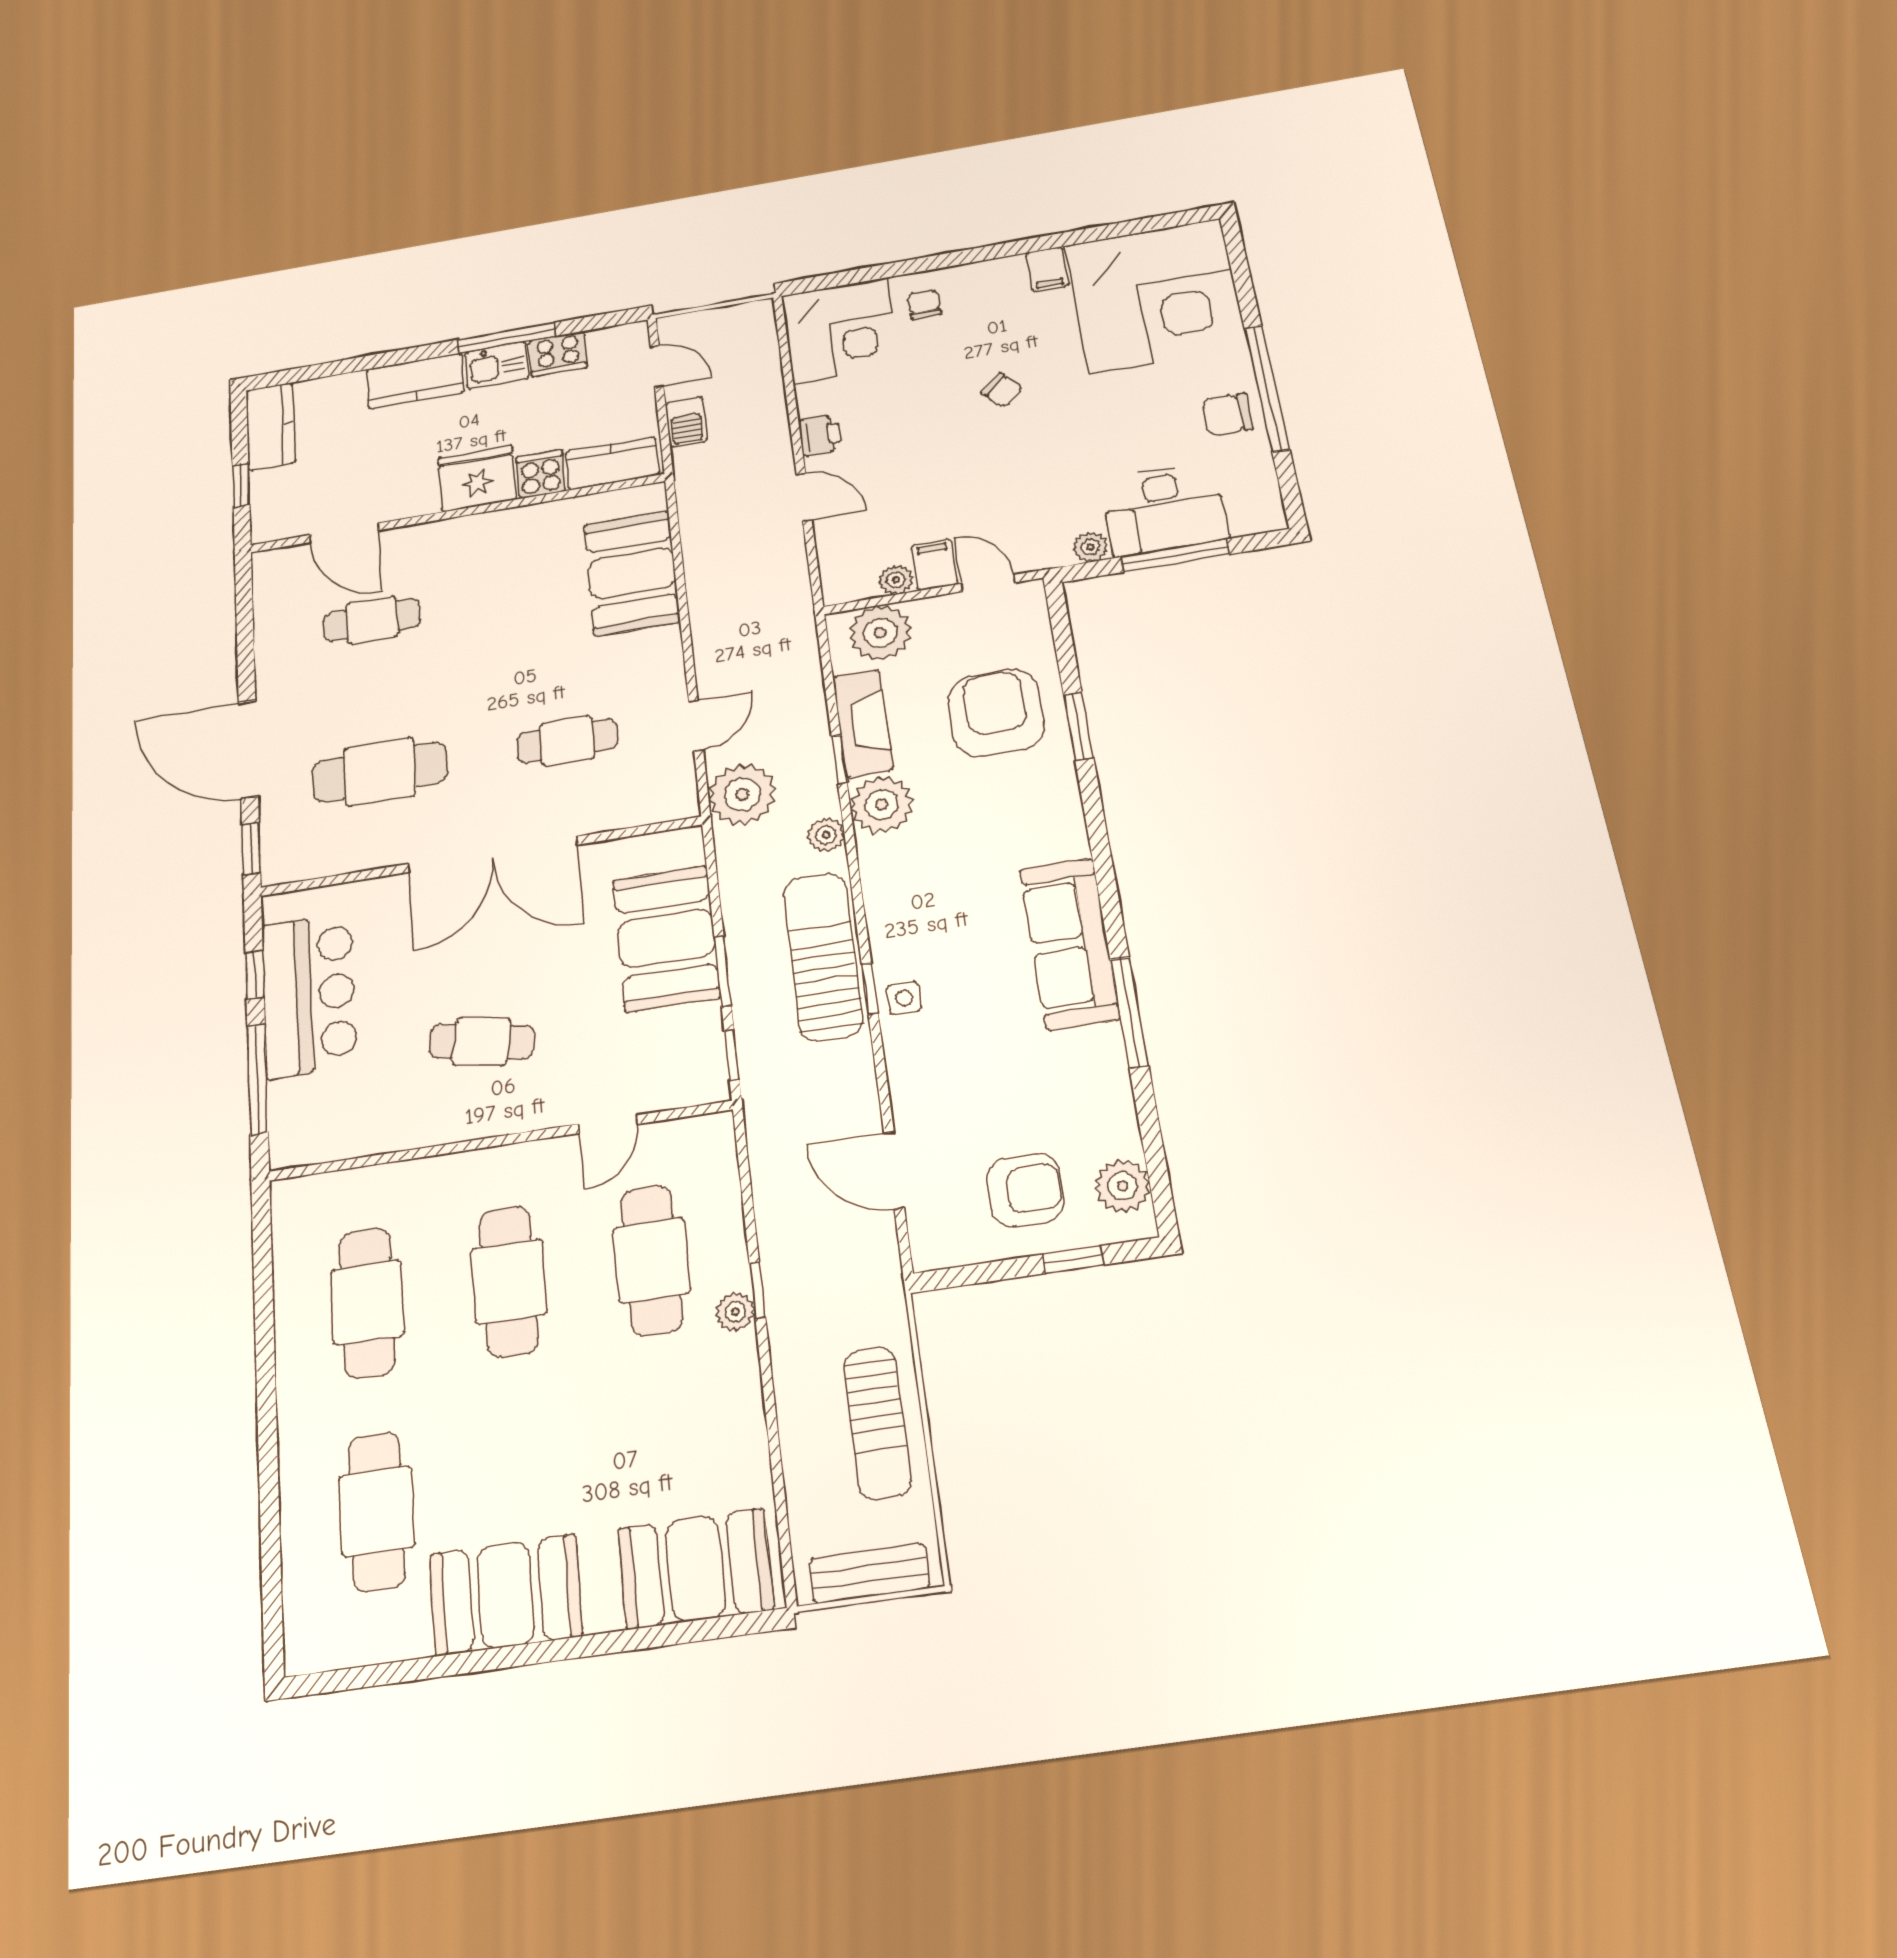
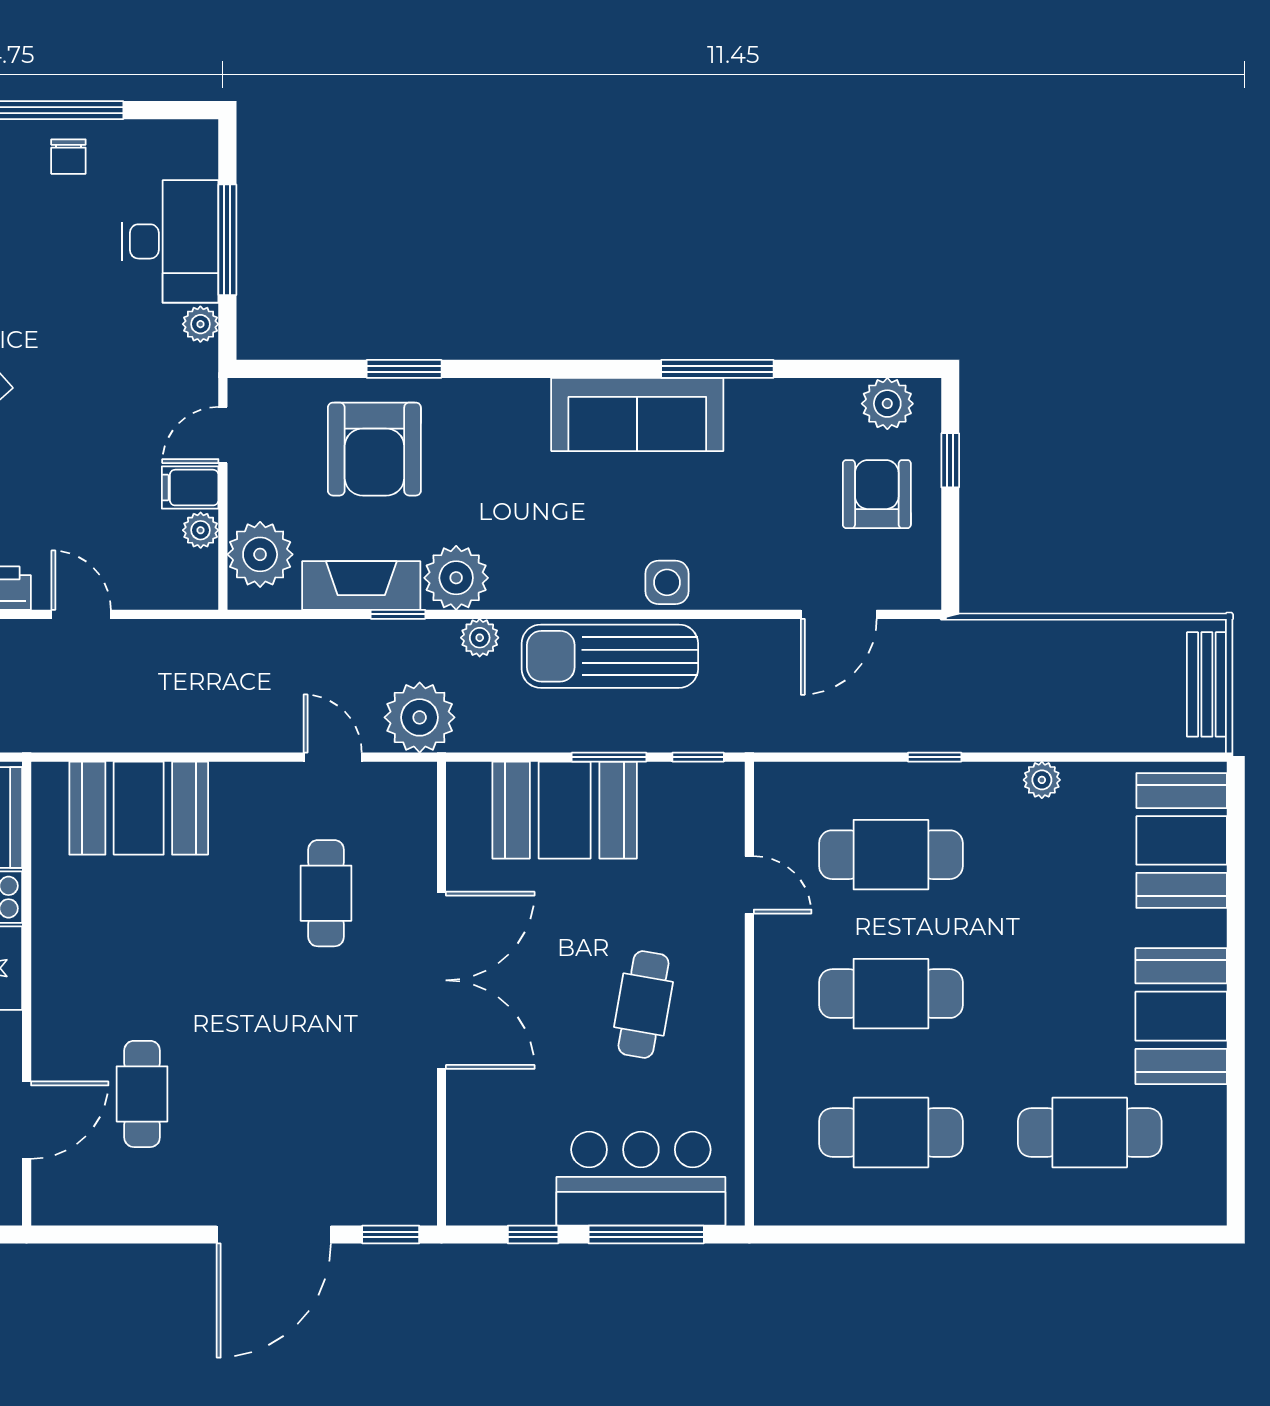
chair: (1227, 415) -> (68, 157), width x0.73, depth x0.73
door: (804, 497) -> (81, 614), hinge flipped
armchair: (996, 713) -> (374, 449), turned -90
cafe table: (380, 772) -> (326, 1094), removed
window: (870, 988) -> (651, 614), removed
bar counter: (309, 995) -> (641, 1179), moved
side table: (904, 998) -> (667, 582), width x1.37, depth x1.37
plant: (735, 1312) -> (1042, 780), moved
sun lounger: (877, 1423) -> (1074, 661), removed

